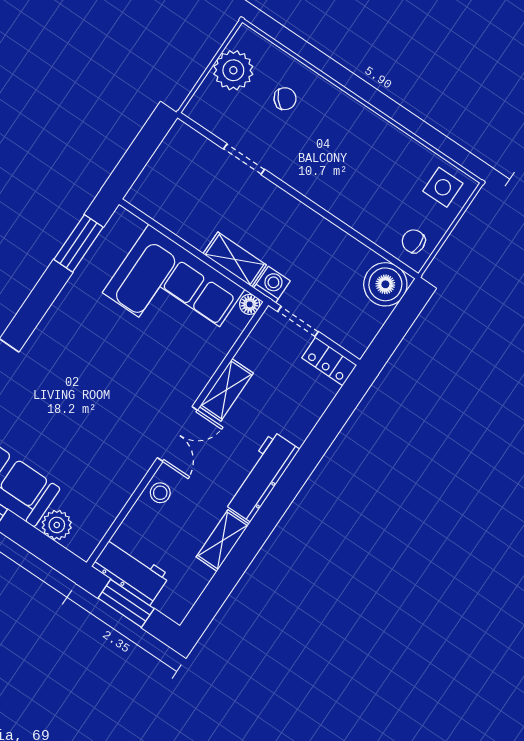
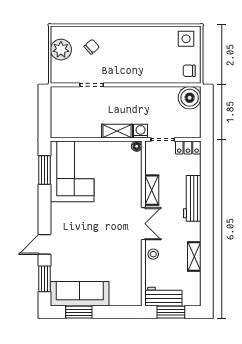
corner sofa: (174, 291) -> (72, 171), moved, turned -90
workbench: (261, 476) -> (192, 198), moved
plant: (57, 525) -> (118, 298), removed

